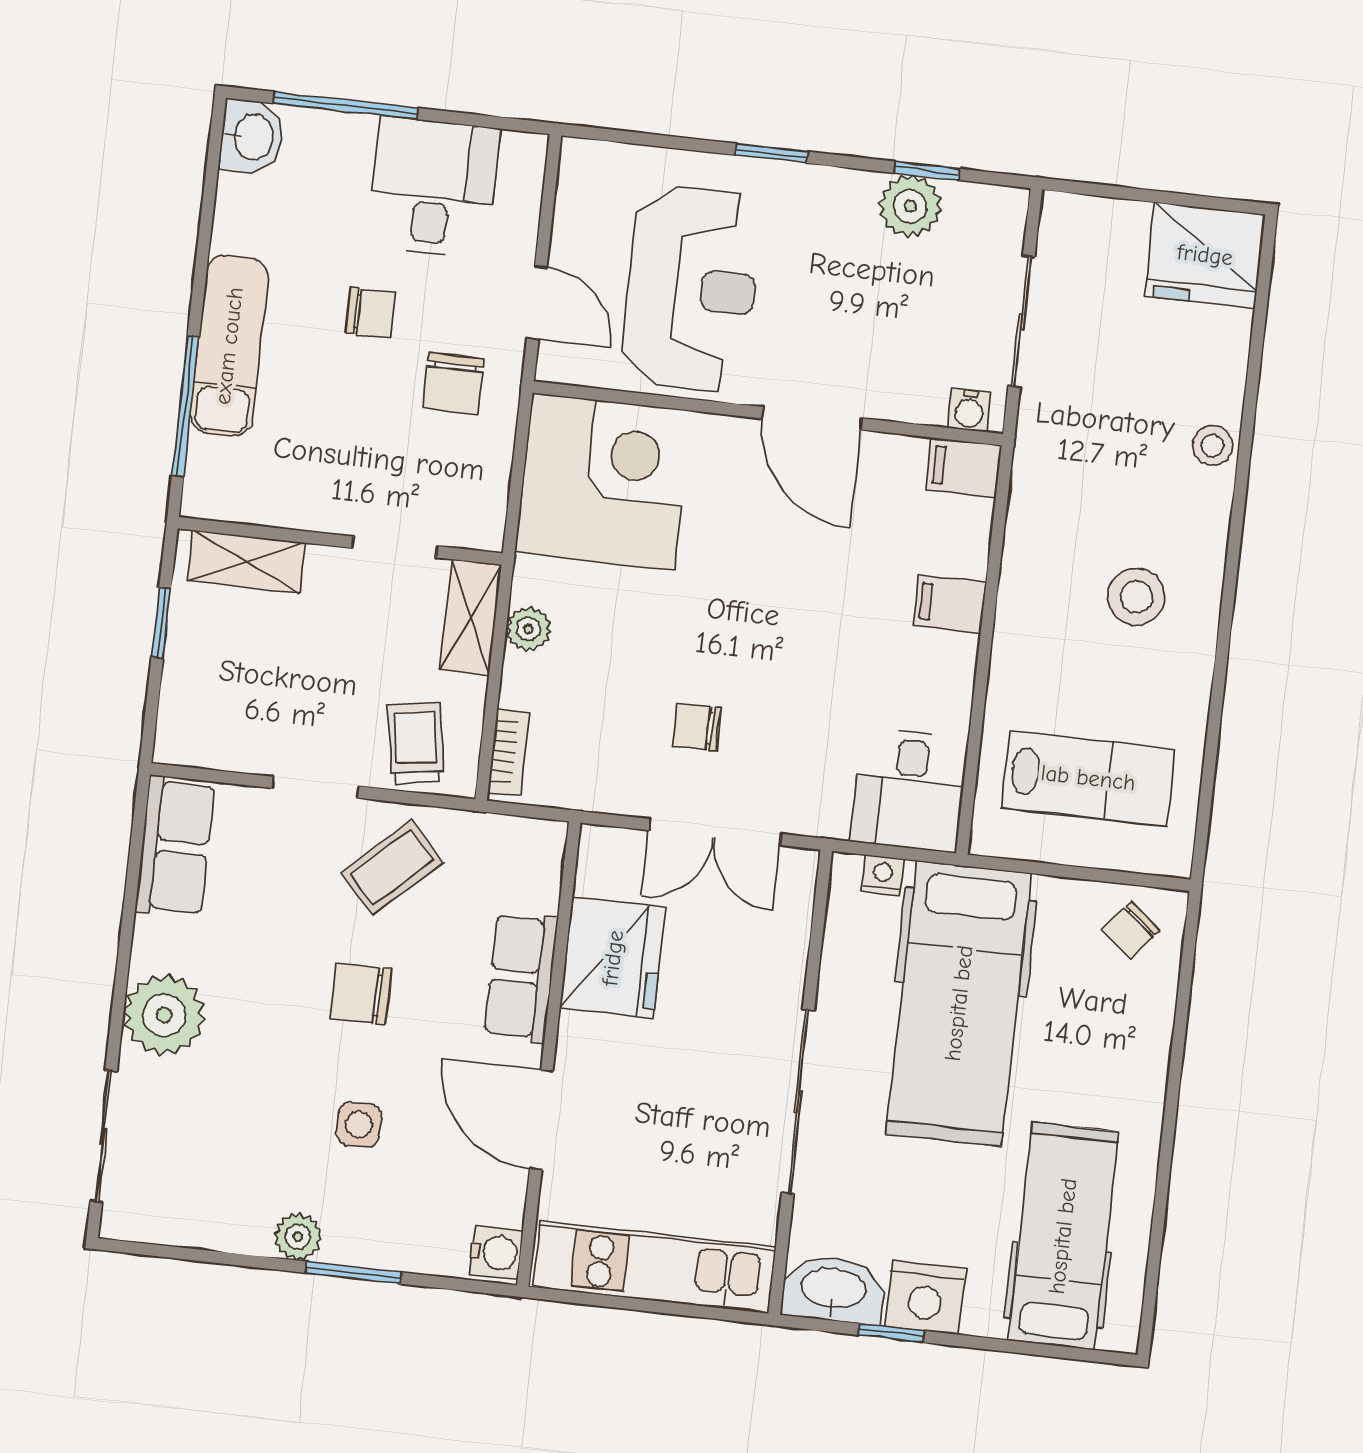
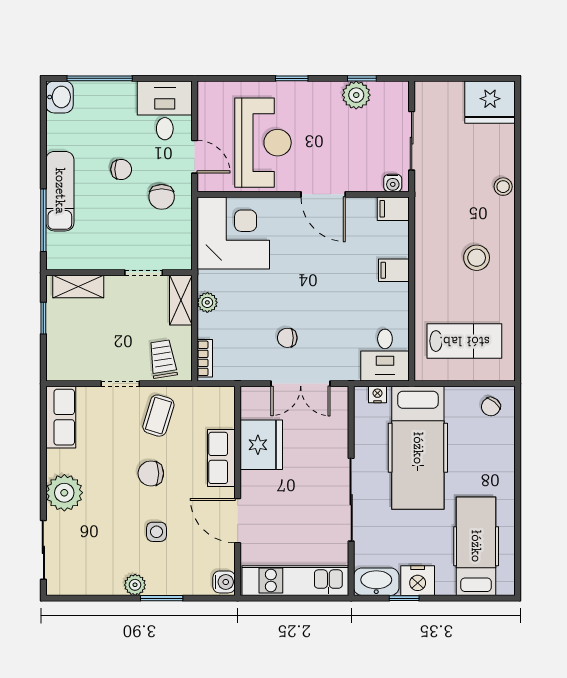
desk: (433, 187) -> (165, 110), moved
coffee table: (392, 867) -> (158, 416), turned -30

